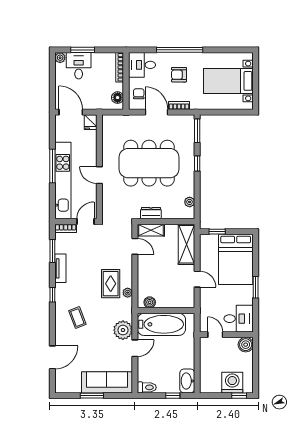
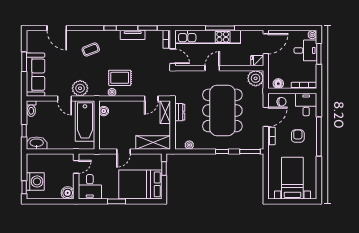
plant: (111, 124) -> (256, 78), added

